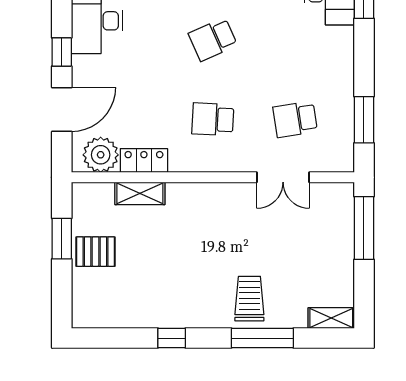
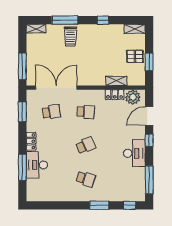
locker: (343, 49) -> (31, 141), added
double door: (283, 177) -> (56, 88), width x1.87
shelving: (96, 317) -> (135, 29), added

